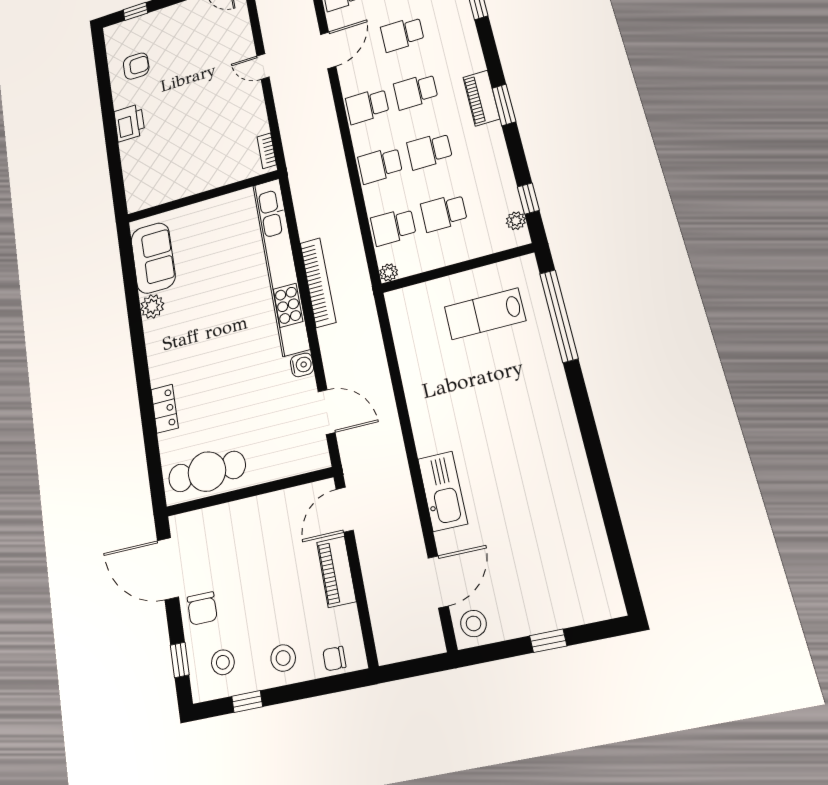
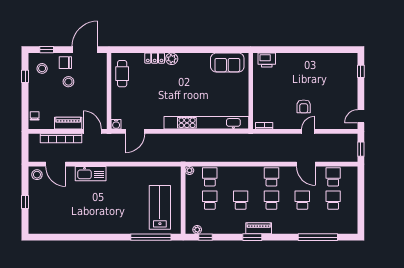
armchair: (136, 66) -> (304, 106), moved
printer: (129, 123) -> (267, 60), moved
school desk: (380, 165) -> (241, 177), removed
bookcase: (318, 282) -> (61, 138), moved
plant: (152, 306) -> (172, 59), moved
lab bench: (485, 314) -> (160, 207), width x1.36, depth x1.39
water cooler: (302, 365) -> (116, 124), moved
cafe table: (207, 472) -> (122, 74), width x0.73, depth x0.74
stool: (283, 658) -> (68, 82), moved

